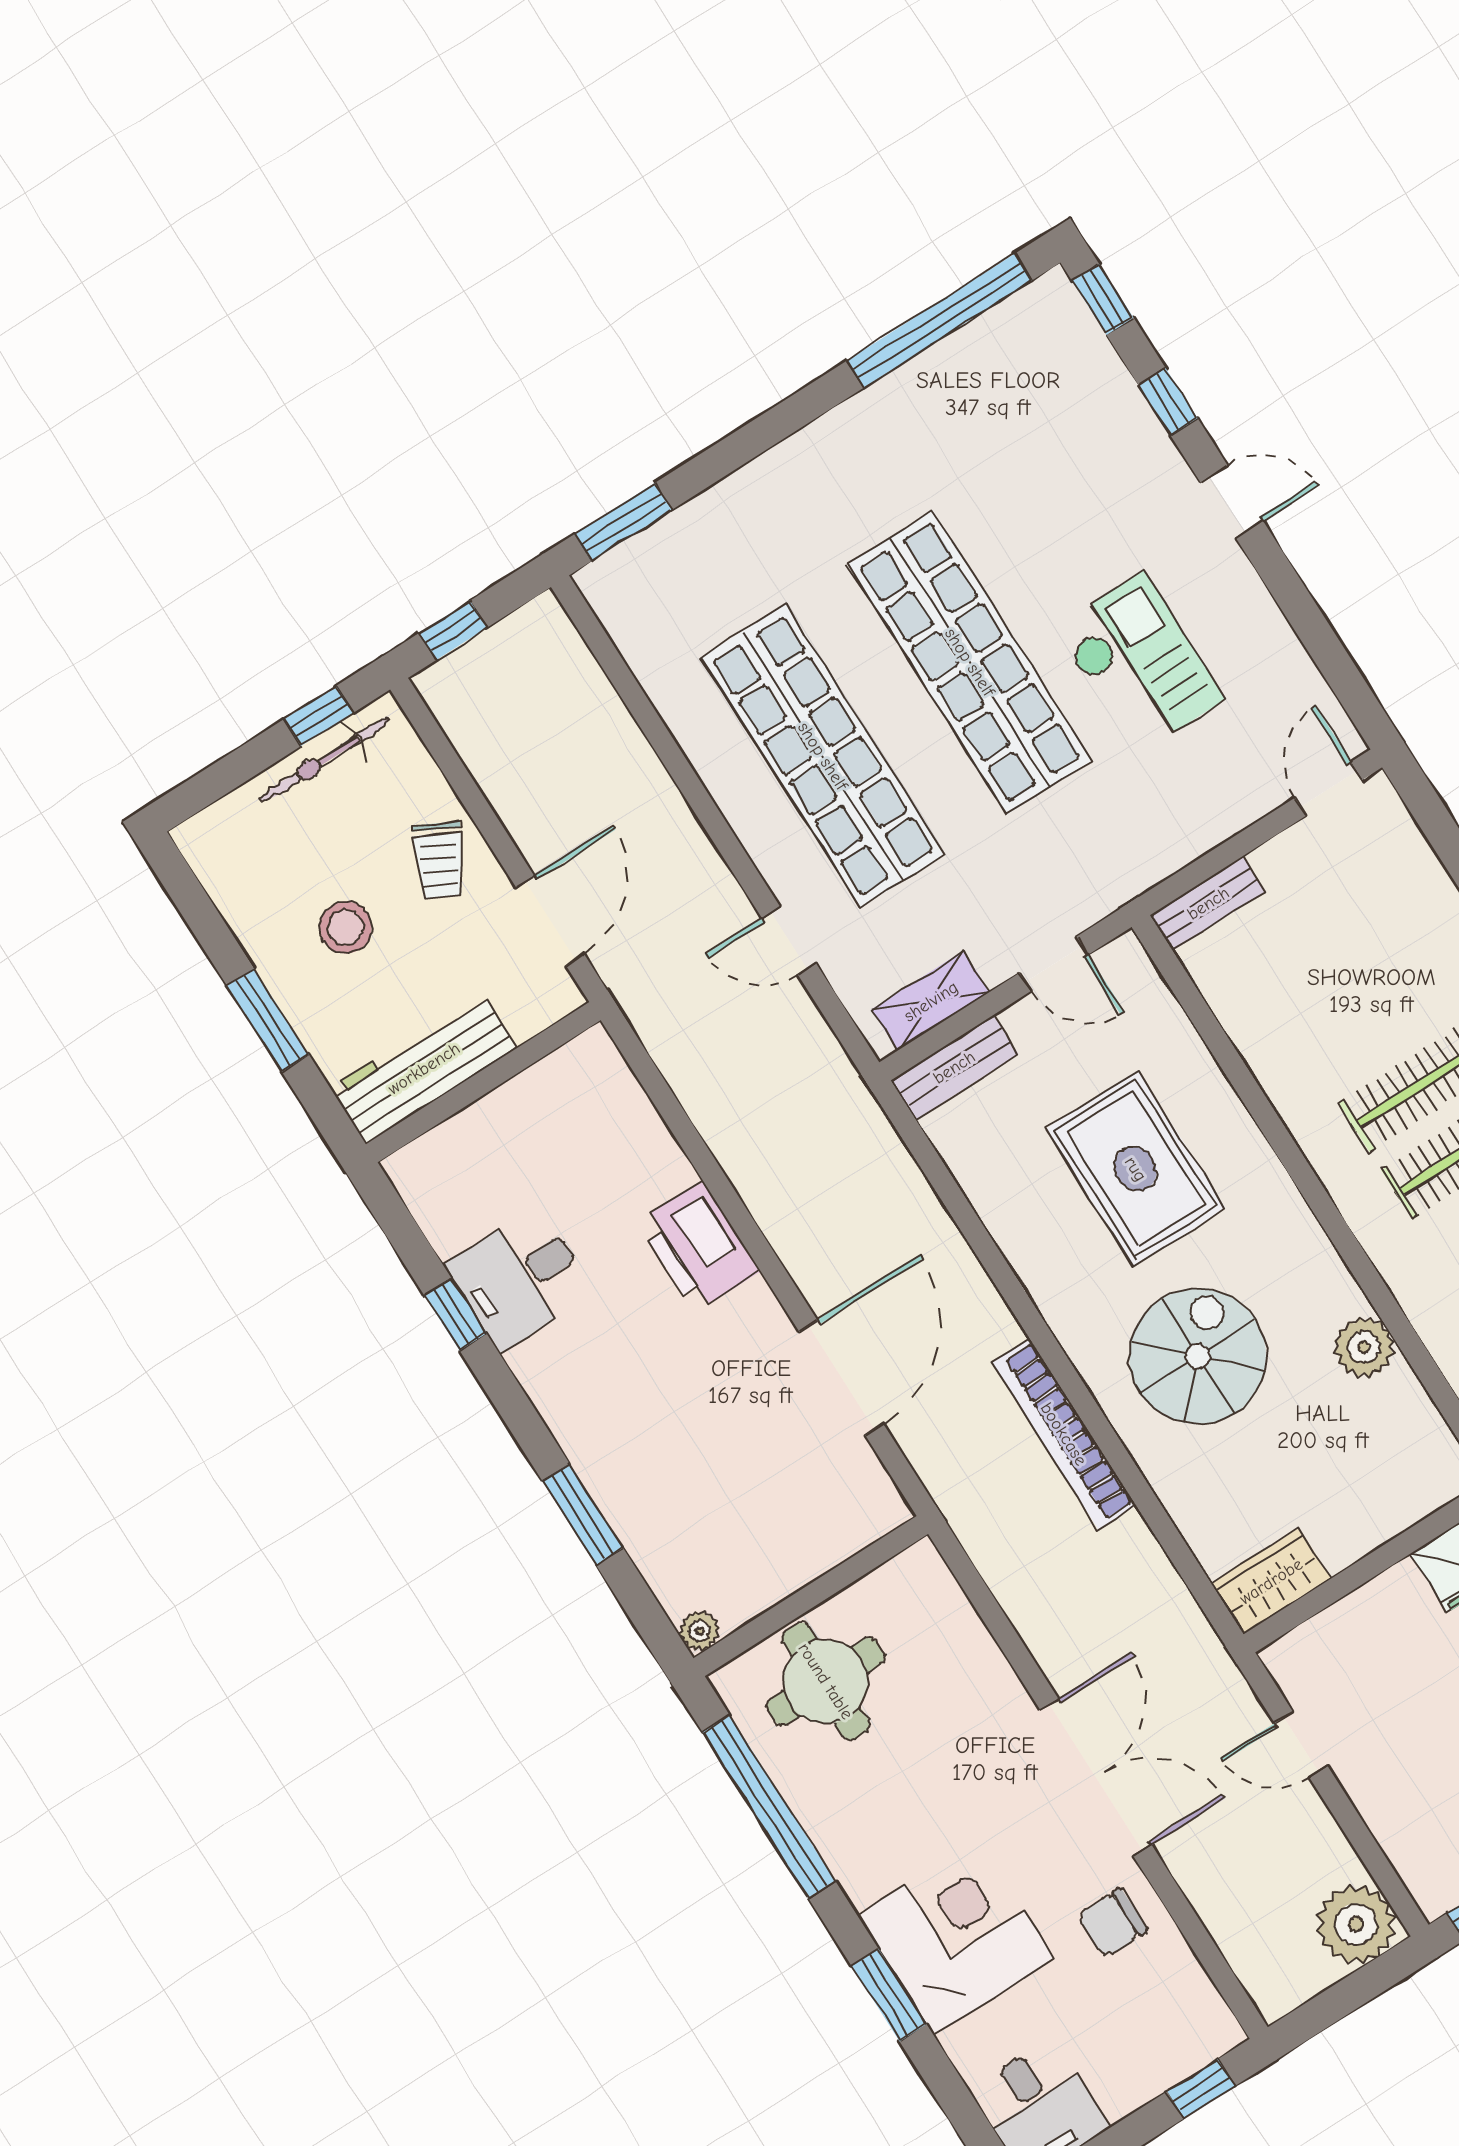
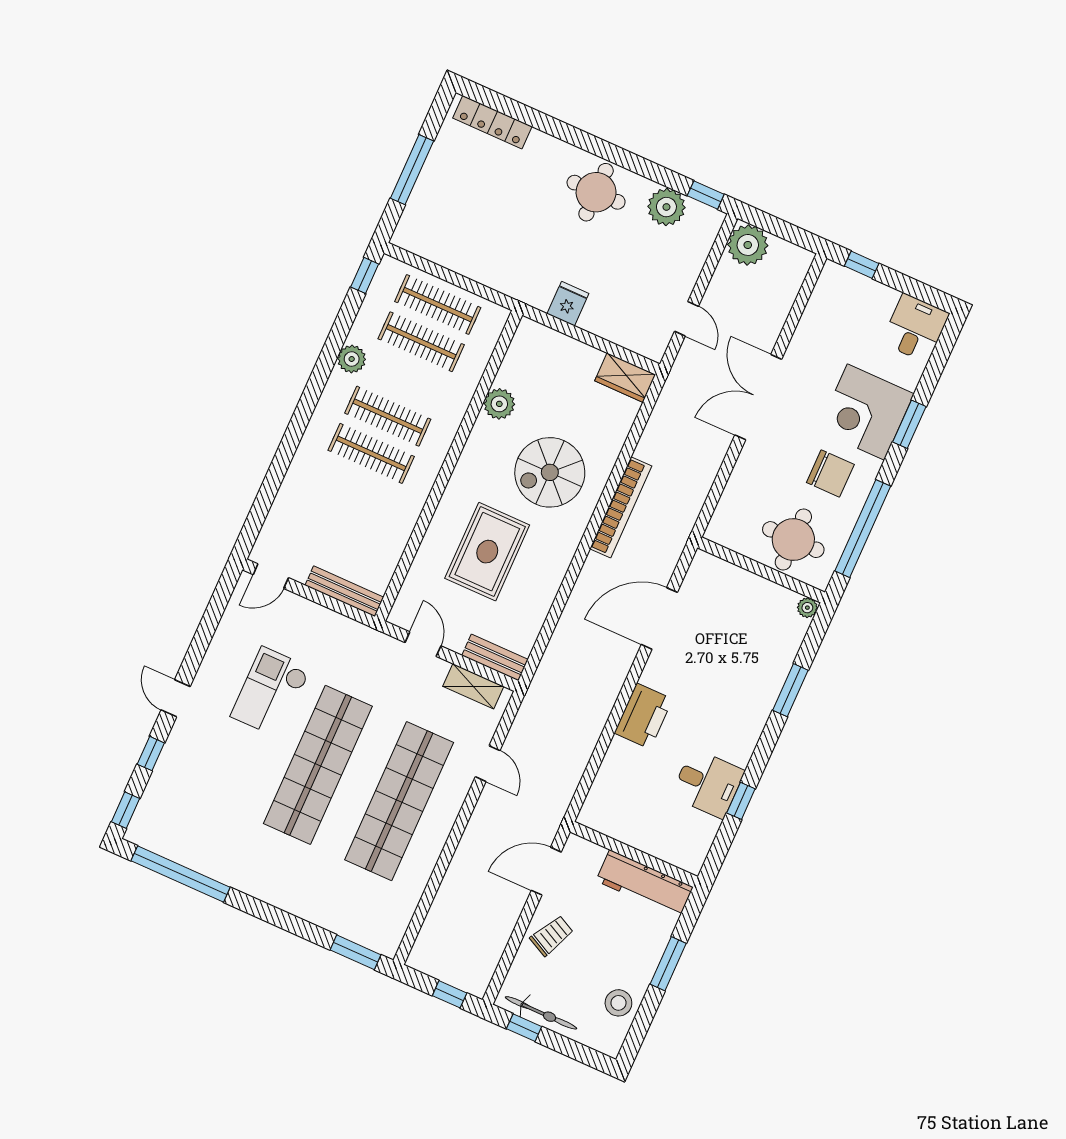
bench: (1208, 903) -> (344, 591), width x1.36
stool: (346, 928) -> (618, 1003), moved
chair: (1112, 1923) -> (830, 473), moved, width x1.37, depth x1.37

